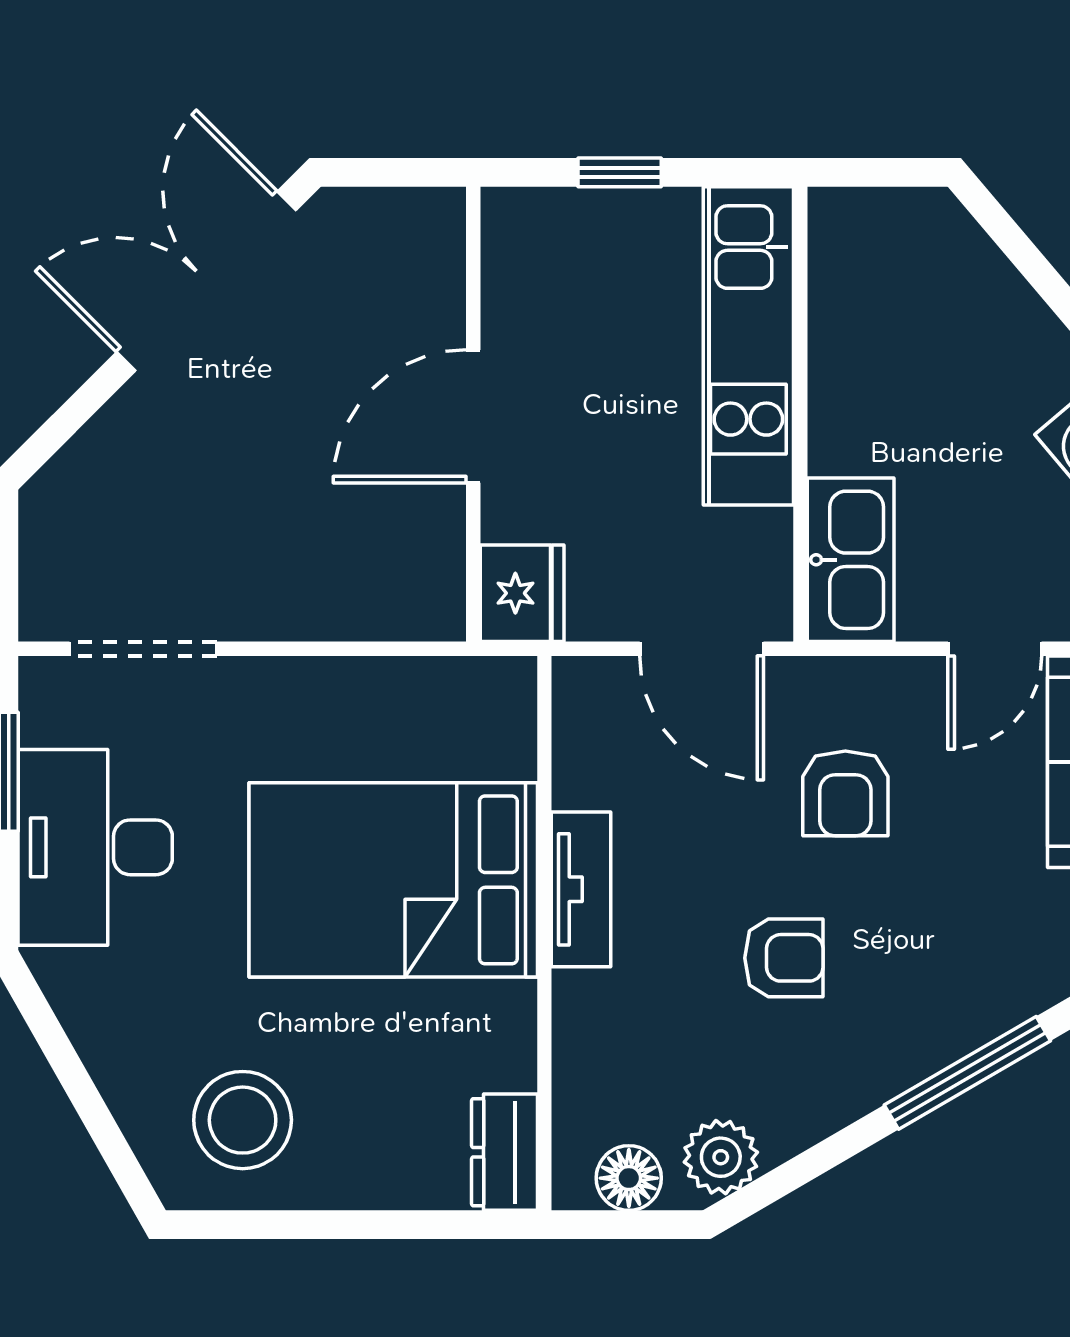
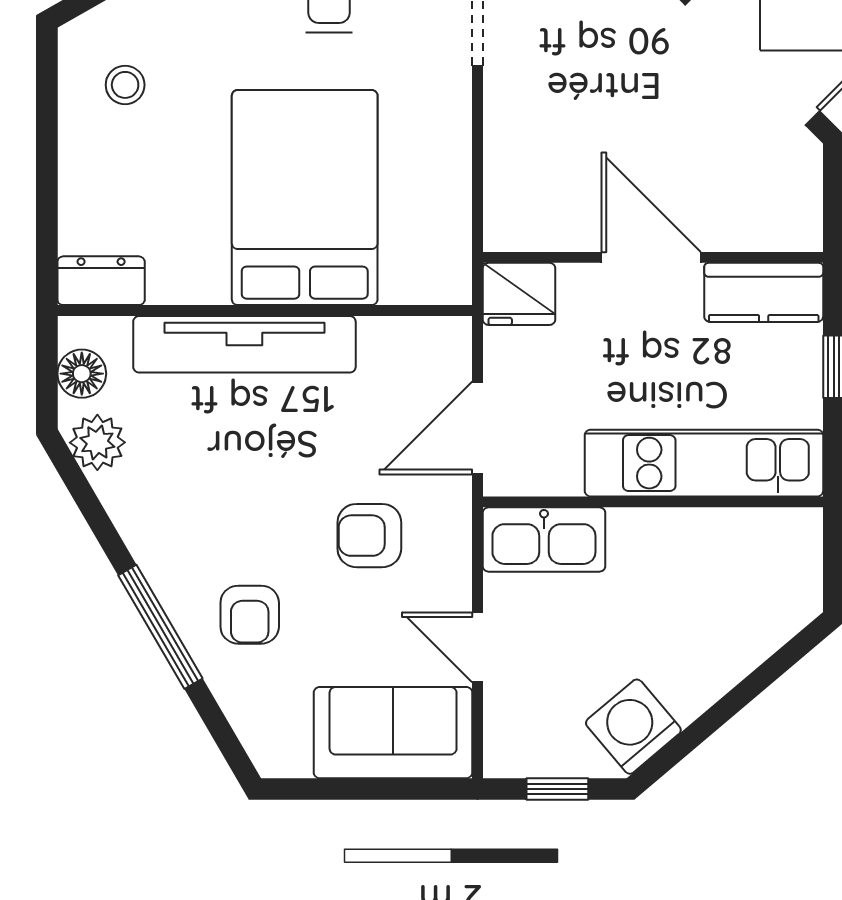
kitchen counter: (520, 266) -> (764, 292), added
tv unit: (581, 889) -> (244, 344), width x1.92, depth x1.29
armchair: (784, 958) -> (250, 615), moved
stool: (243, 1120) -> (125, 85), width x0.53, depth x0.53

